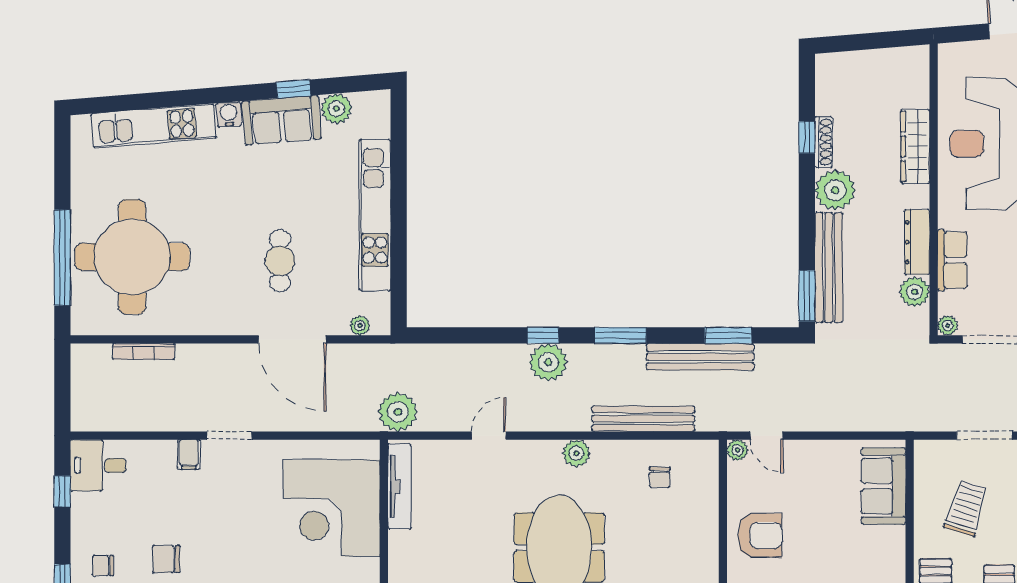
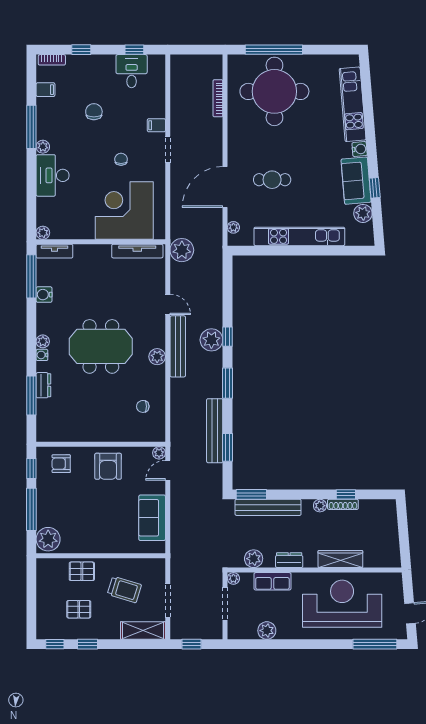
plant: (835, 190) -> (320, 506), width x0.53, depth x0.53
dresser: (917, 242) -> (289, 560), width x0.70
bench: (643, 419) -> (178, 346), moved
desk: (98, 465) -> (132, 71), moved
sofa: (884, 486) -> (152, 518), moved, turned -90
chair: (103, 566) -> (121, 159), moved

